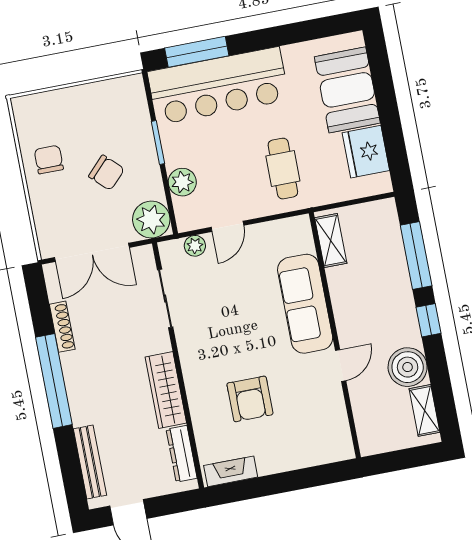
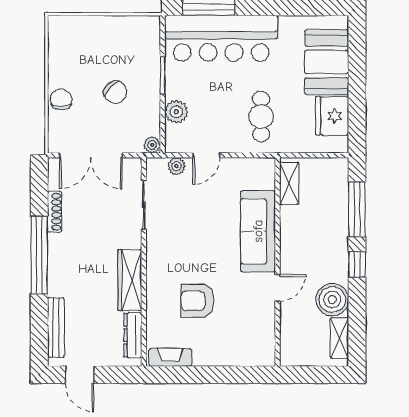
chair: (49, 159) -> (61, 100), moved
plant: (151, 220) -> (152, 145), width x0.53, depth x0.53
armchair: (250, 399) -> (198, 301), turned 90

